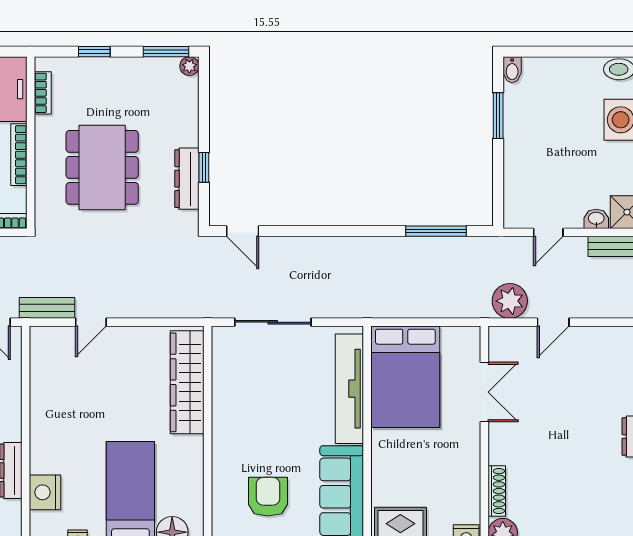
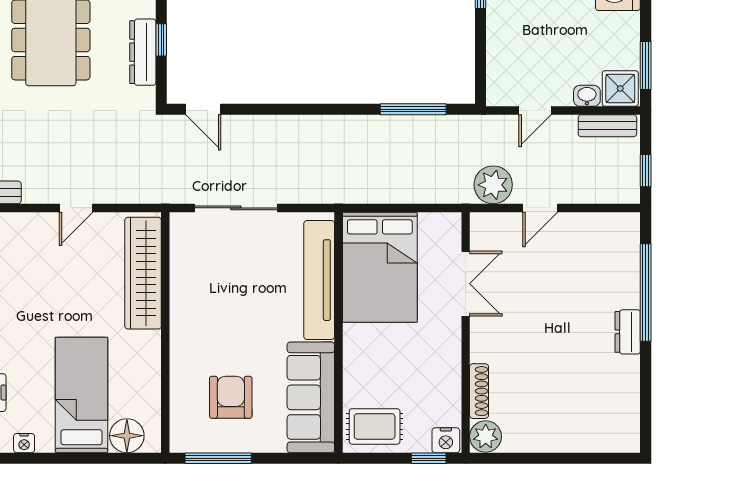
door: (91, 322) -> (76, 208), moved

